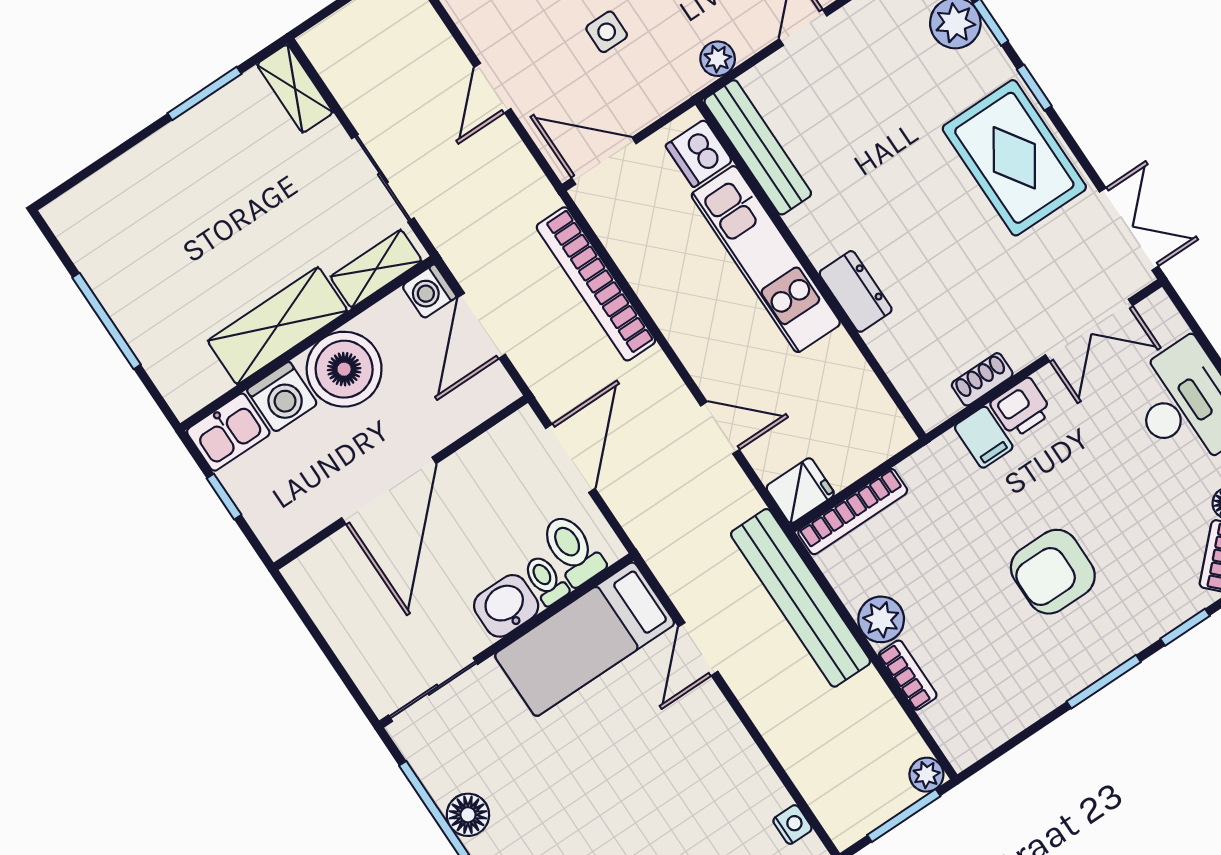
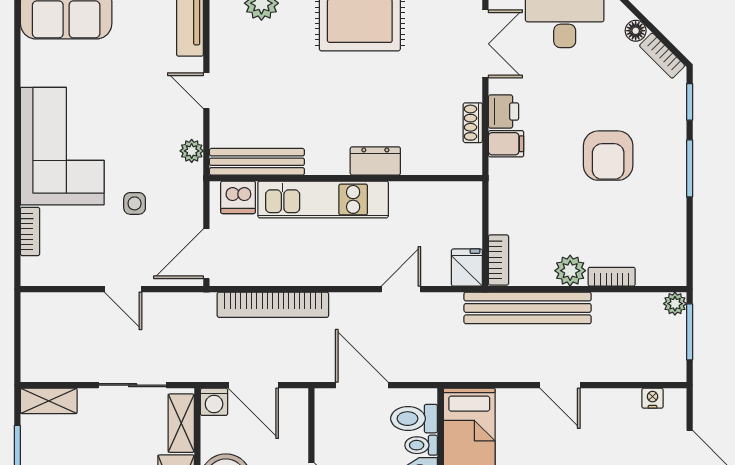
bookcase: (853, 512) -> (499, 260), width x0.64
door: (698, 649) -> (560, 385), moved

